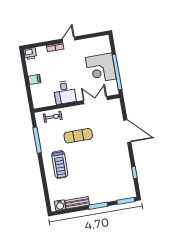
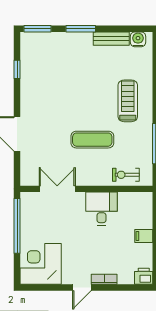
corner desk: (101, 68) -> (41, 264), moved, turned -90
double door: (95, 100) -> (57, 189), swing flipped

